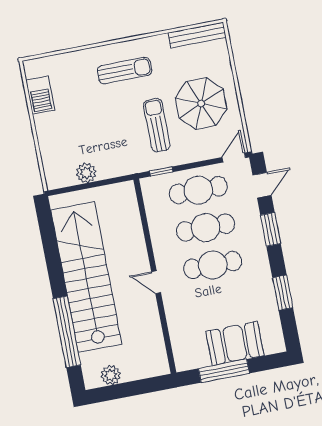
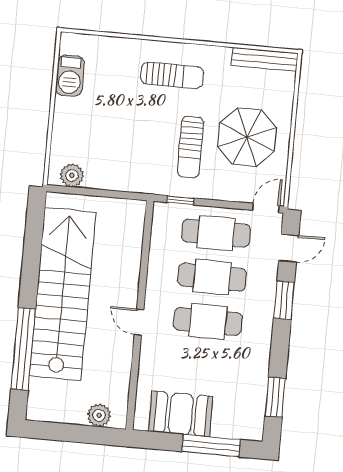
sun lounger: (157, 125) -> (190, 147), turned 180
plant: (86, 173) -> (72, 175), moved
window: (283, 293) -> (275, 397), moved
booth: (235, 343) -> (181, 414), moved
window: (224, 371) -> (211, 446), moved
plant: (111, 375) -> (99, 415), moved

